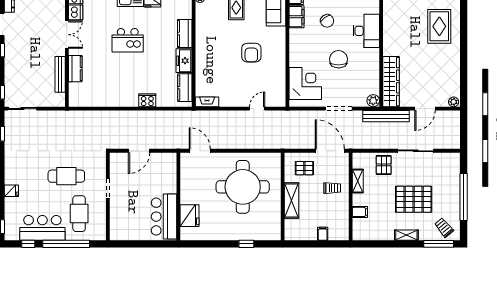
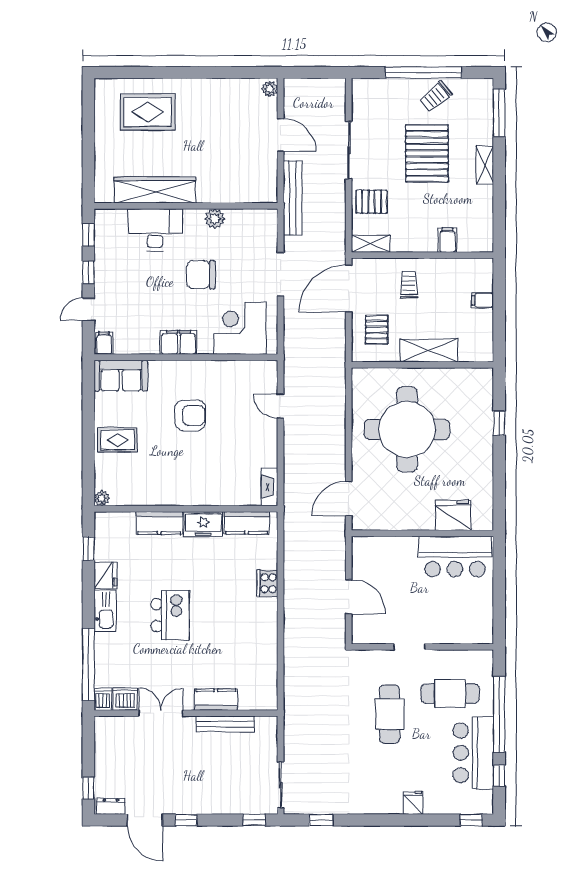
filing cabinet: (297, 17) -> (179, 342), moved
chair: (327, 21) -> (139, 293), removed
wardrobe: (391, 82) -> (155, 190), moved
plant: (373, 101) -> (215, 219), moved
shelving: (358, 181) -> (371, 244), moved
trolley: (444, 228) -> (436, 96), moved

